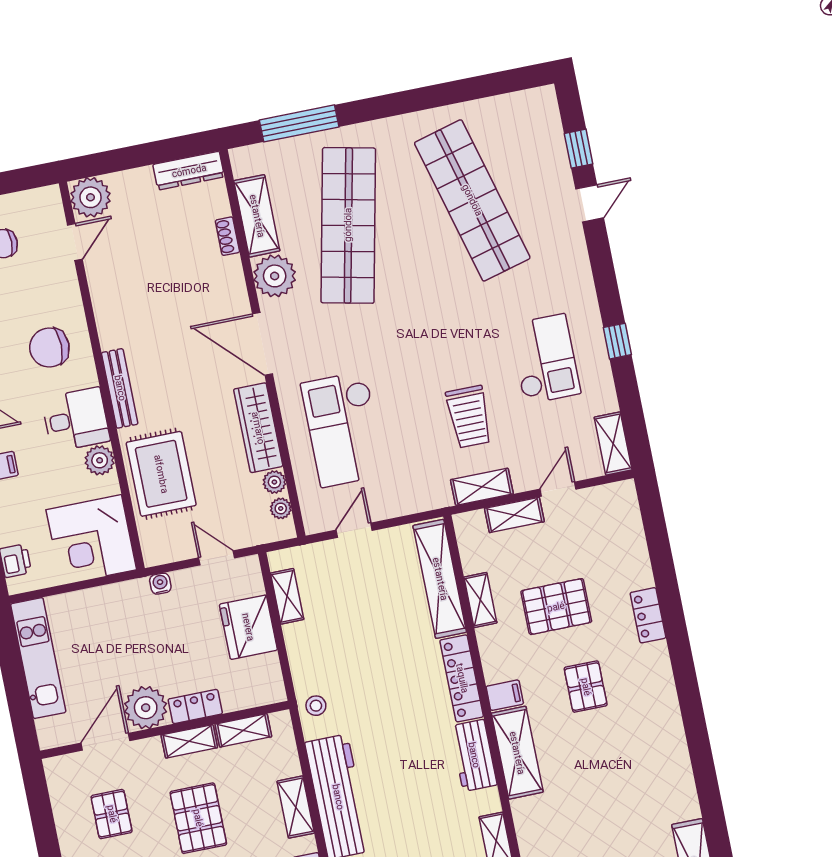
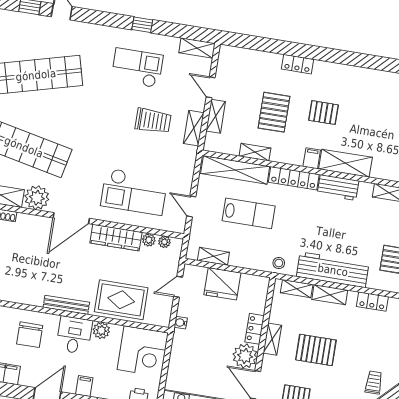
lab bench: (378, 627) -> (249, 213), added
shelving: (243, 730) -> (297, 289), moved, turned 90

